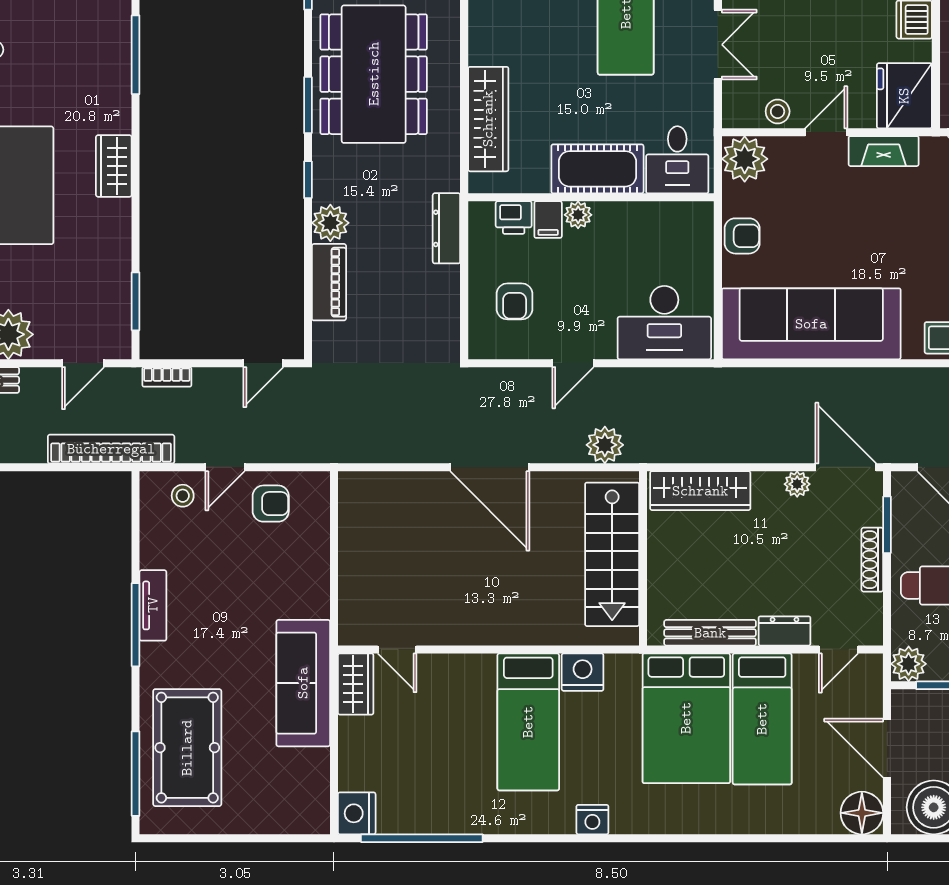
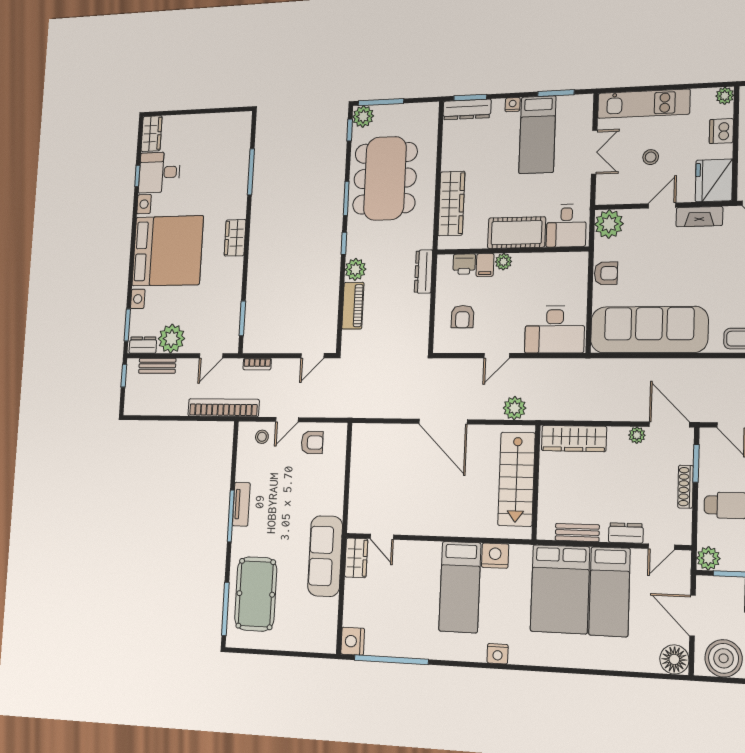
stool: (778, 111) -> (651, 157), moved
bench: (710, 633) -> (577, 533), width x0.73

